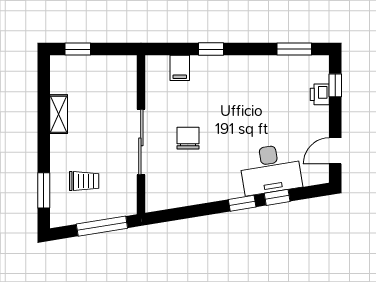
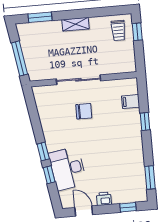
printer: (320, 94) -> (104, 199), moved
shelving: (59, 114) -> (76, 24), moved
trolley: (84, 181) -> (118, 30), moved

